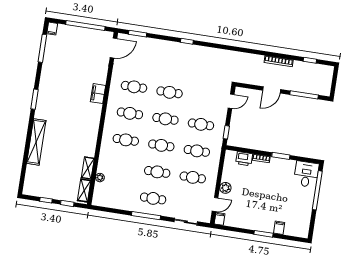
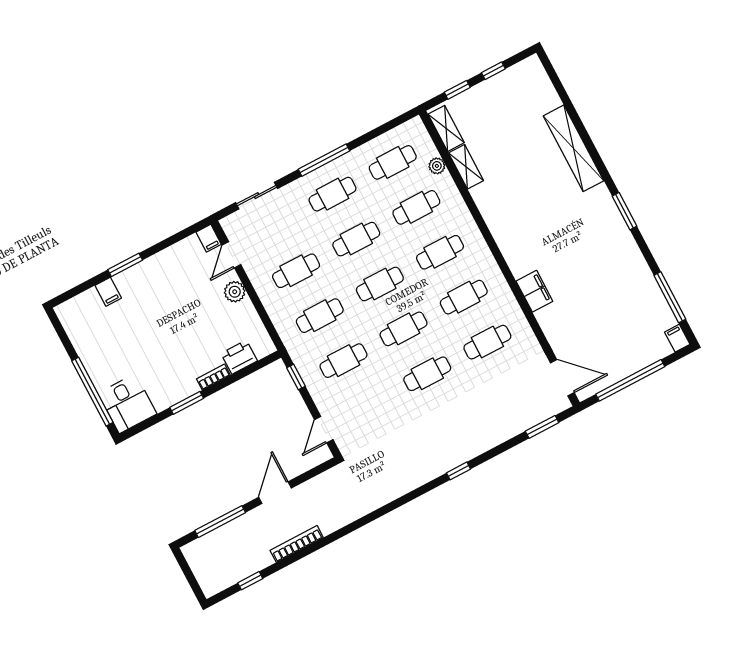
door: (113, 48) -> (562, 378), swing flipped
cafe table: (122, 166) -> (416, 207), added
cafe table: (118, 193) -> (393, 162), added

